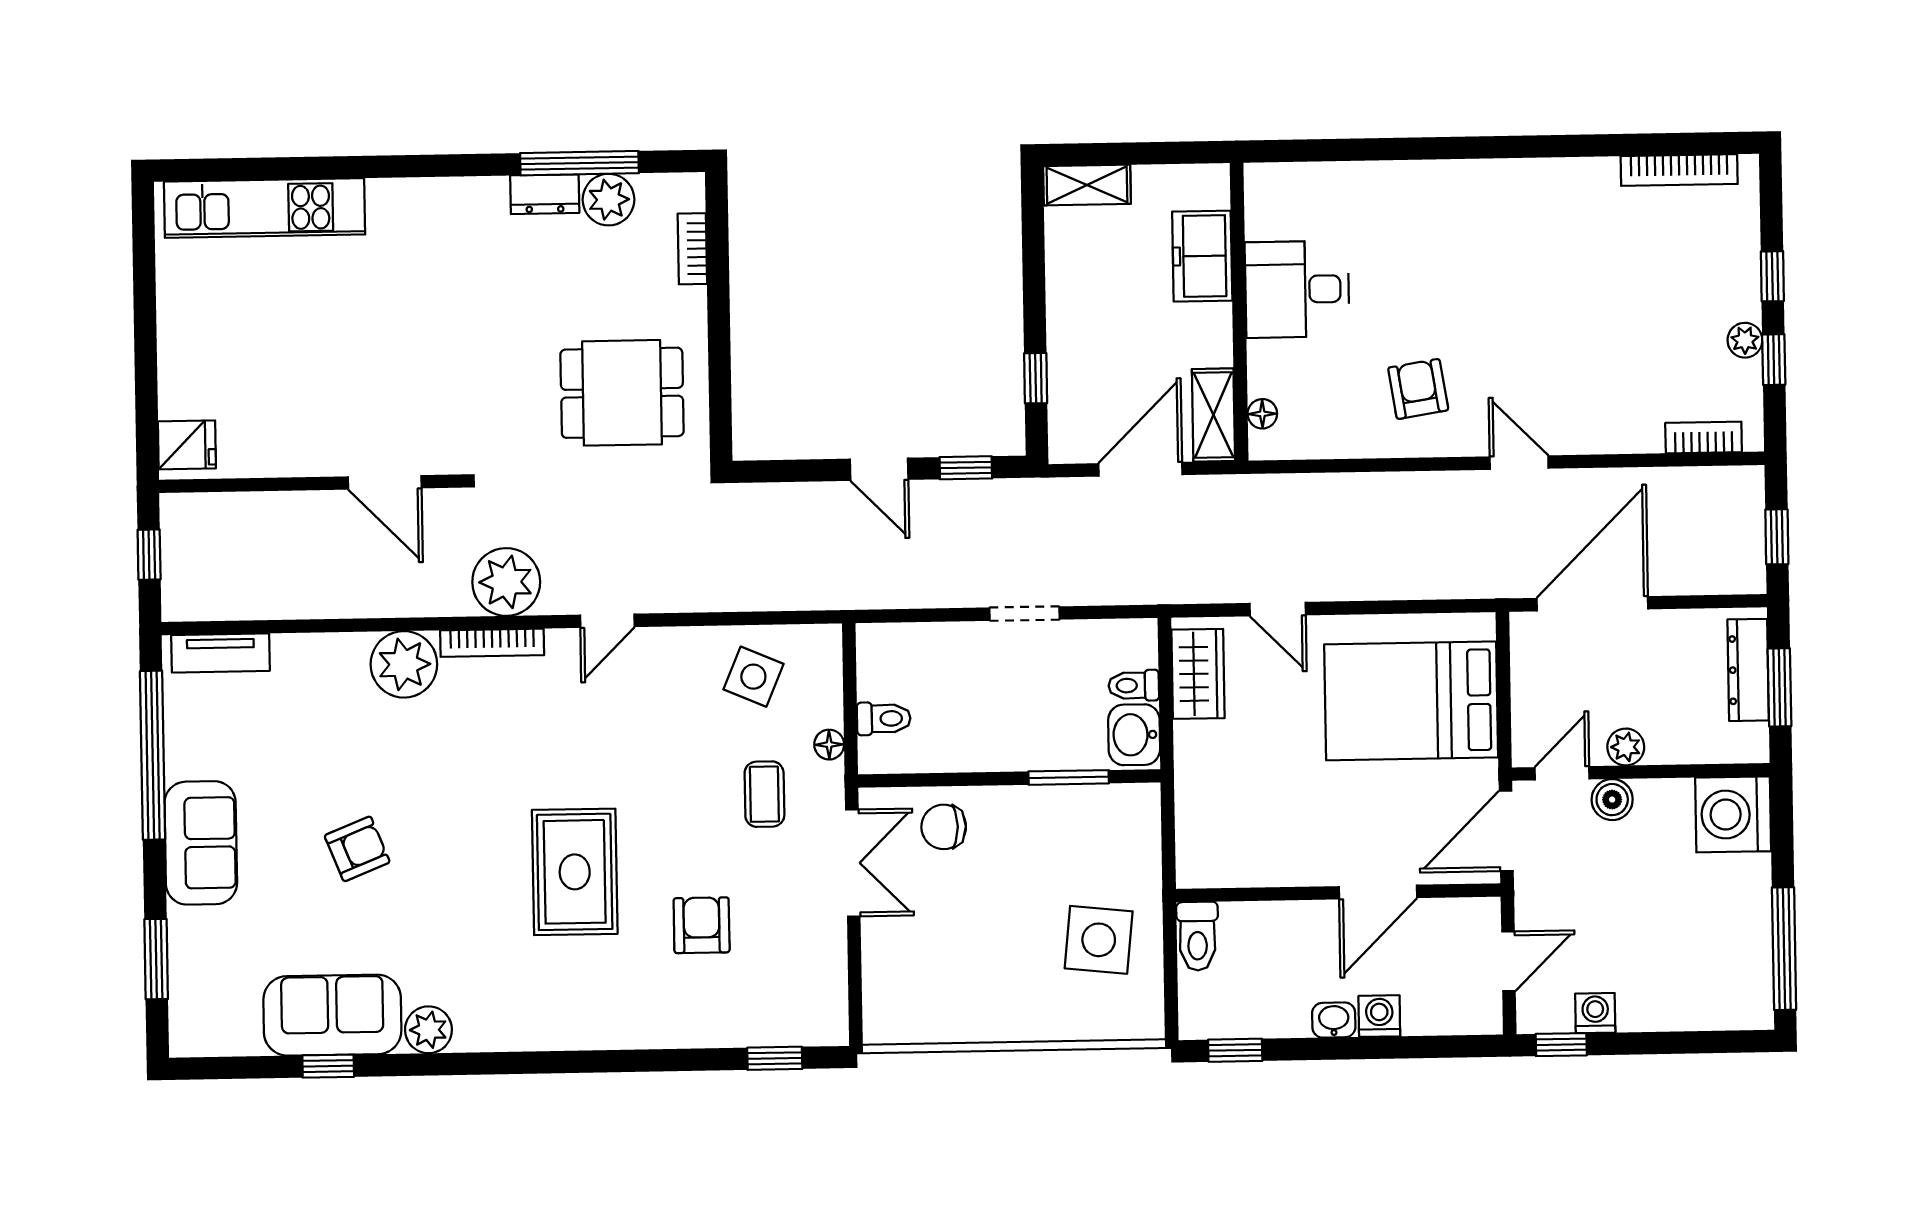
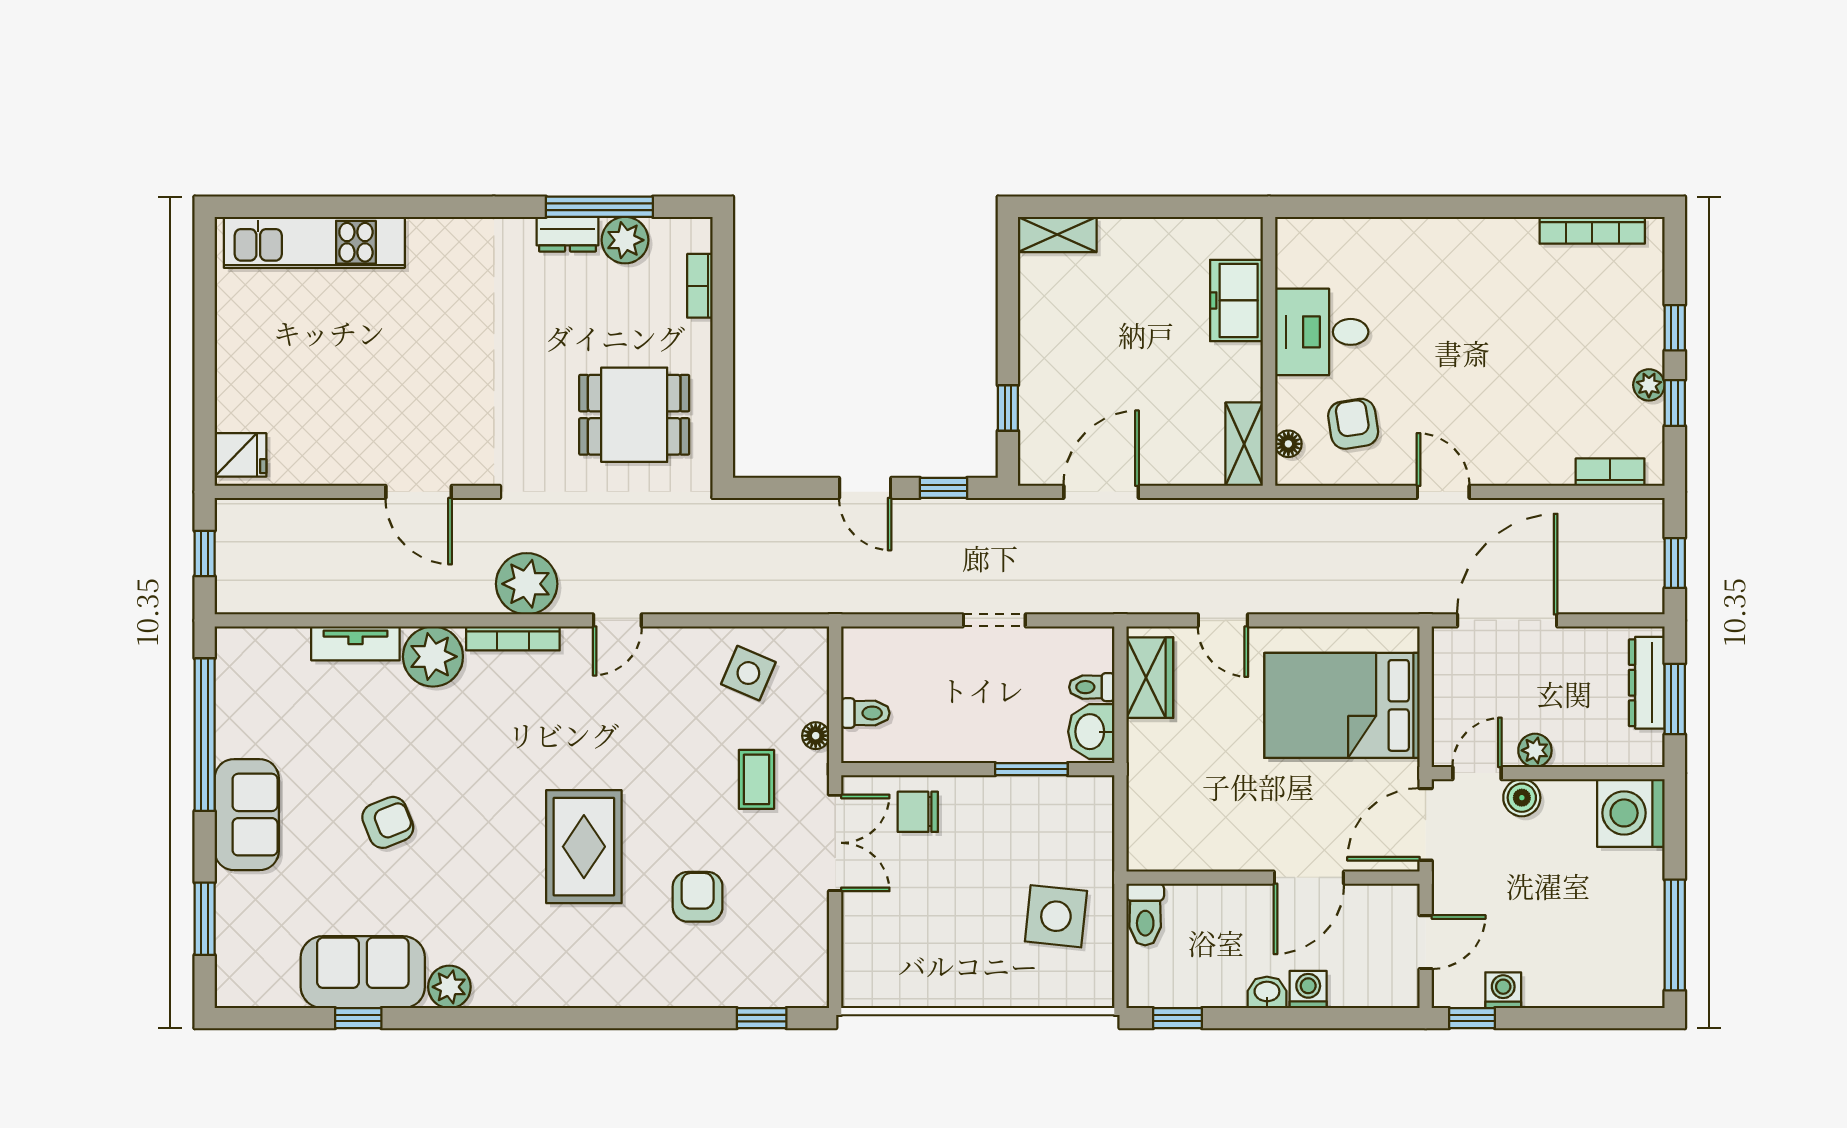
freezer: (1202, 256) -> (1237, 300), moved
desk: (1297, 289) -> (1322, 332), moved
wall: (1239, 312) -> (1269, 351), moved
floor lamp: (1262, 414) -> (1288, 444), moved
shelving: (1213, 415) -> (1244, 444), moved
tv unit: (221, 653) -> (355, 643), moved

